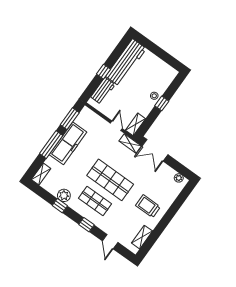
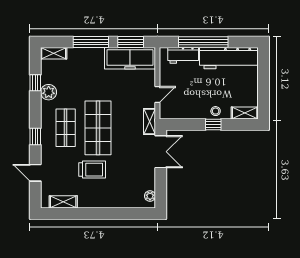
window: (104, 72) -> (203, 42), width x3.17
shelving: (136, 124) -> (245, 113), moved
freezer: (68, 143) -> (130, 58), moved
double door: (155, 150) -> (161, 152), swing flipped
window: (60, 206) -> (35, 83), moved
trolley: (148, 206) -> (92, 170), moved, turned 90
door: (110, 242) -> (35, 173), hinge flipped

